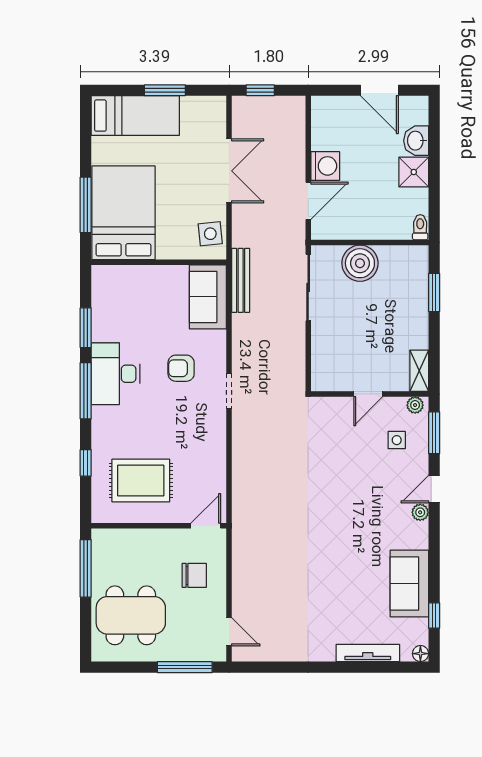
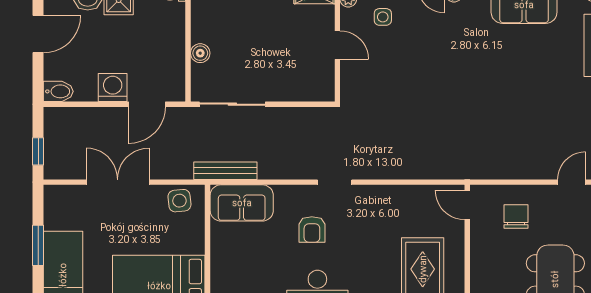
bidet: (321, 111) -> (58, 91), added
door: (308, 201) -> (147, 104), swing flipped
boiler: (360, 263) -> (200, 53), width x0.54, depth x0.54

